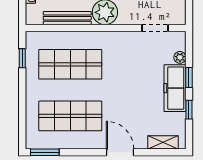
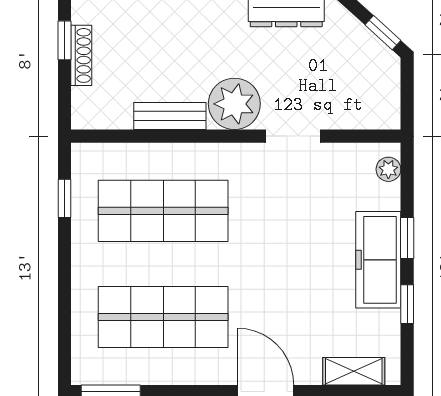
bench: (67, 18) -> (170, 116), width x0.73
doorway: (155, 28) -> (293, 136), moved
plant: (180, 57) -> (388, 169), moved

